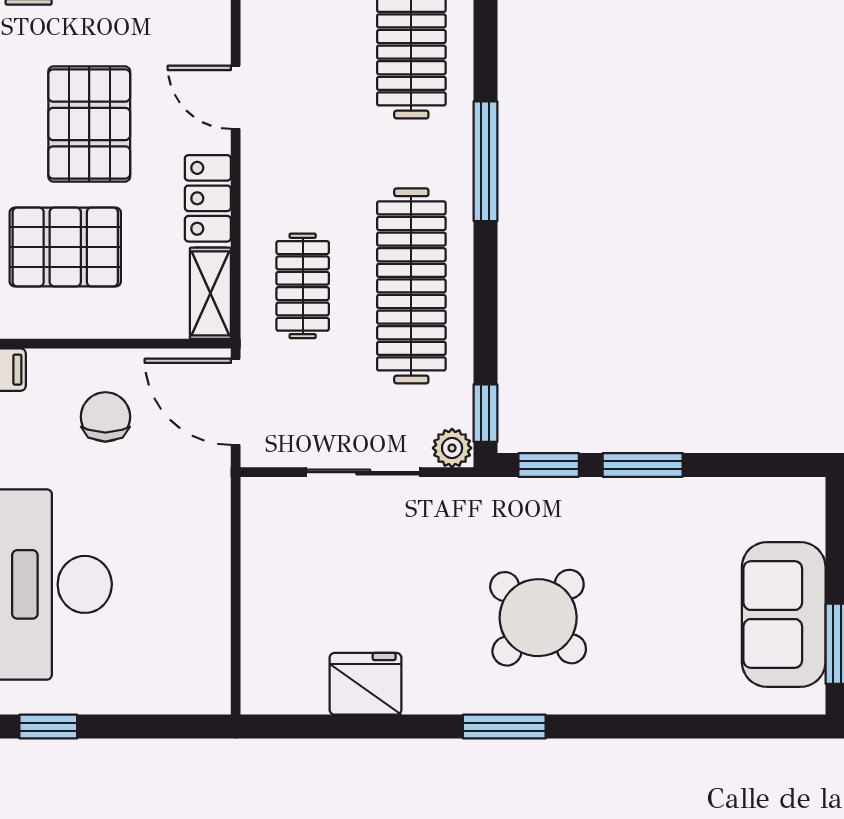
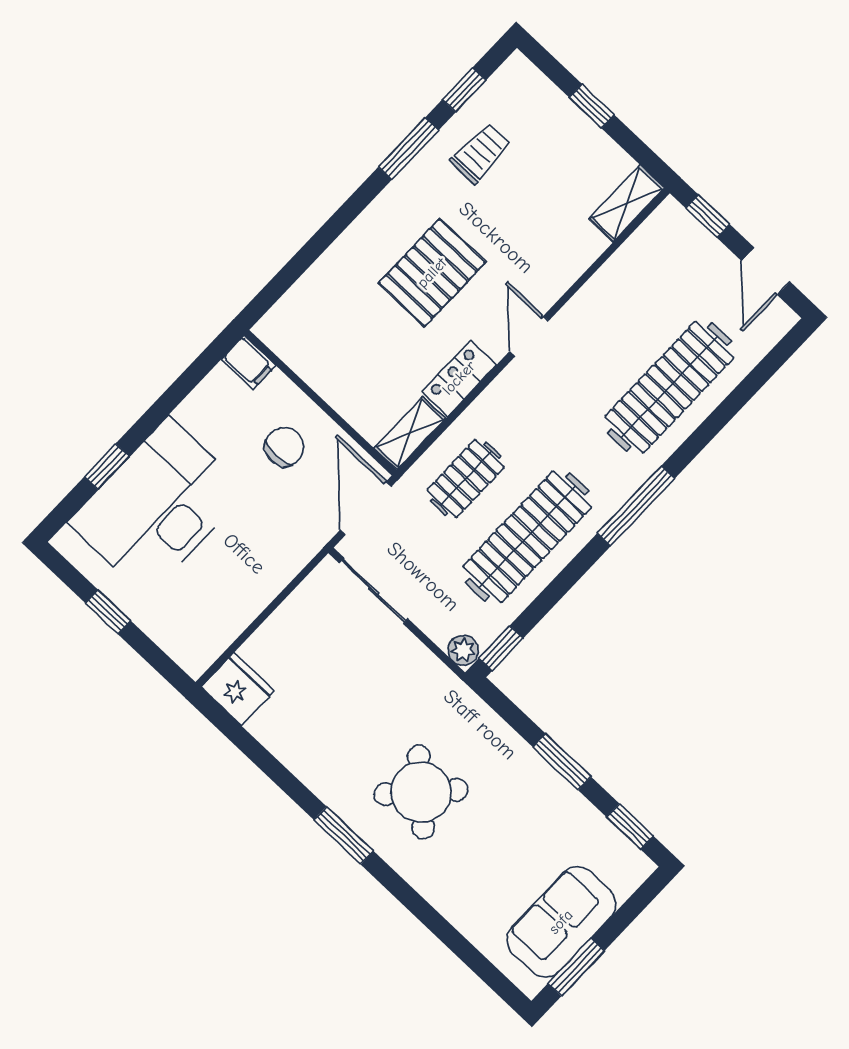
pallet: (65, 247) -> (353, 329), removed
window: (549, 465) -> (630, 827), moved
sliding door: (363, 472) -> (374, 591), moved
fridge: (365, 684) -> (238, 689), moved
window: (48, 727) -> (108, 612), moved

